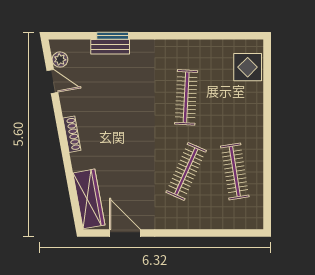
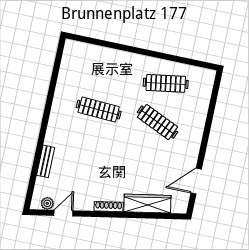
window: (113, 36) -> (37, 158), removed
display table: (248, 67) -> (85, 56), removed
wardrobe: (89, 199) -> (147, 204), moved

